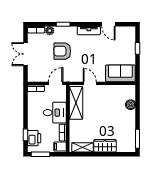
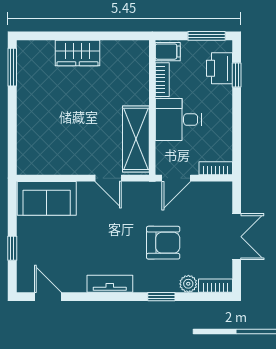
door: (108, 24) -> (48, 297), moved
boiler: (131, 105) -> (26, 135), removed
shelving: (82, 147) -> (123, 50), removed

